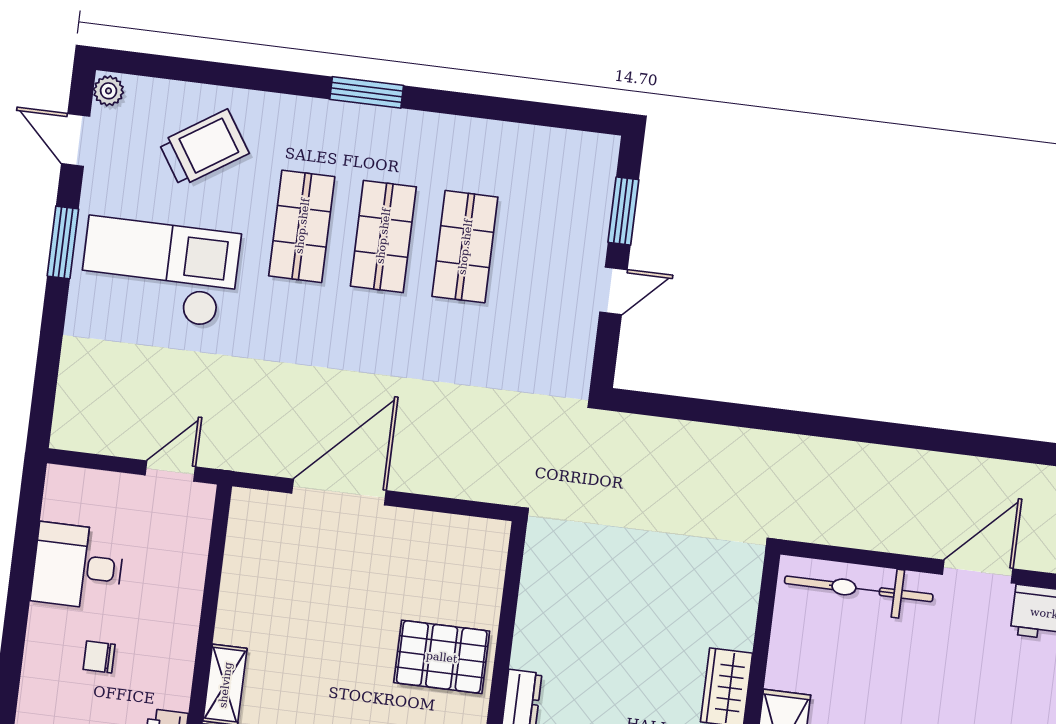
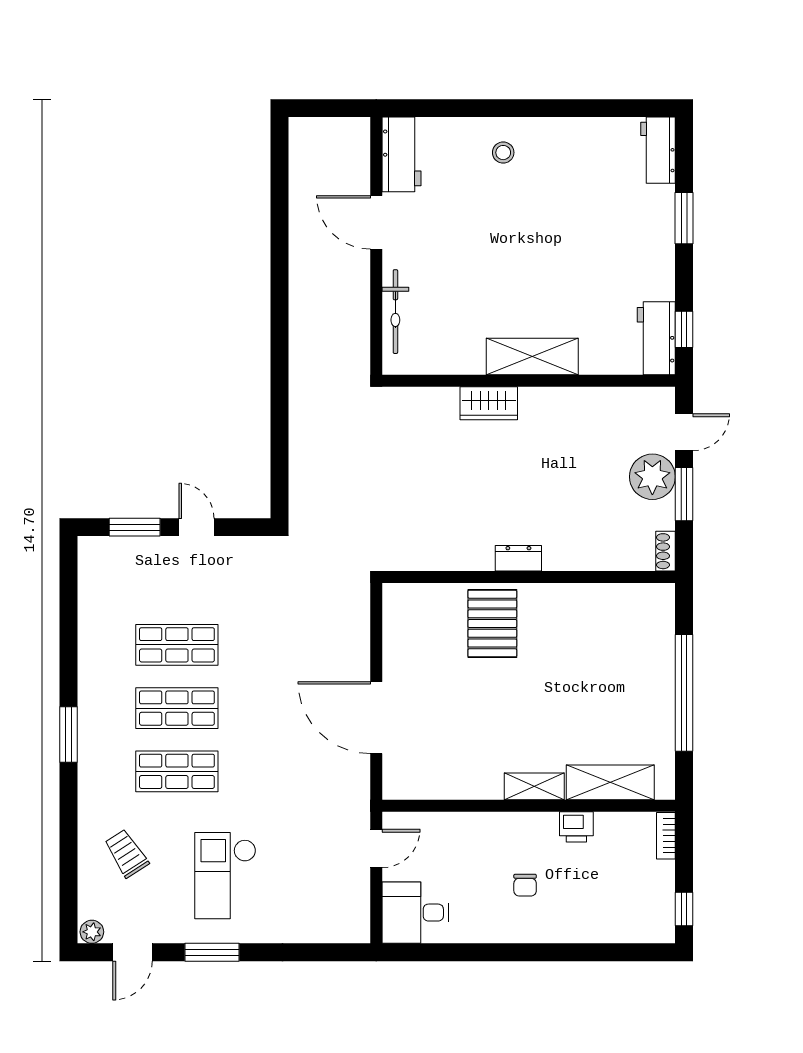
trolley: (204, 148) -> (126, 853), width x0.73, depth x0.72
checkout: (159, 272) -> (225, 876), width x0.73, depth x0.83
door: (170, 471) -> (376, 848), swing flipped
desk: (78, 566) -> (415, 913), moved, turned 90
bicycle: (859, 589) -> (395, 312), width x0.73, depth x0.71

